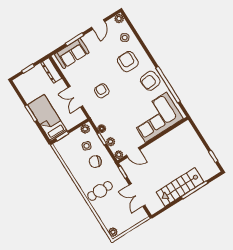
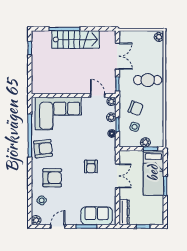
armchair: (128, 62) -> (52, 178), turned -90
plant: (85, 129) -> (145, 142), moved

